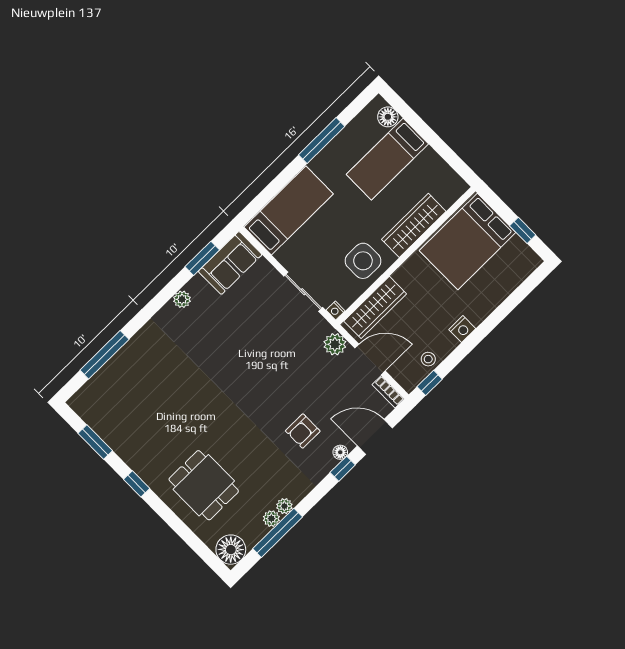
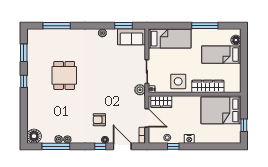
wardrobe: (375, 307) -> (161, 102), width x0.67
plant: (335, 344) -> (140, 90), moved
window: (430, 383) -> (173, 146), moved
dining table: (204, 485) -> (64, 75), moved

